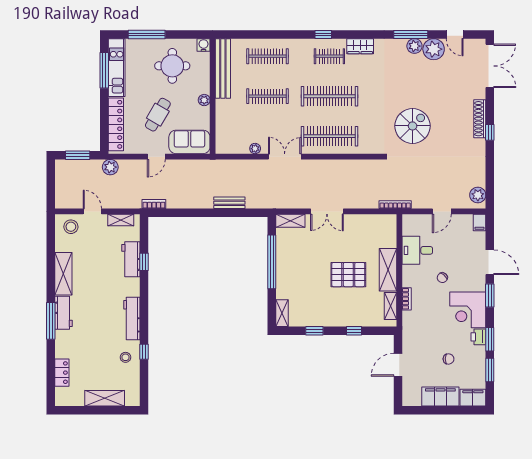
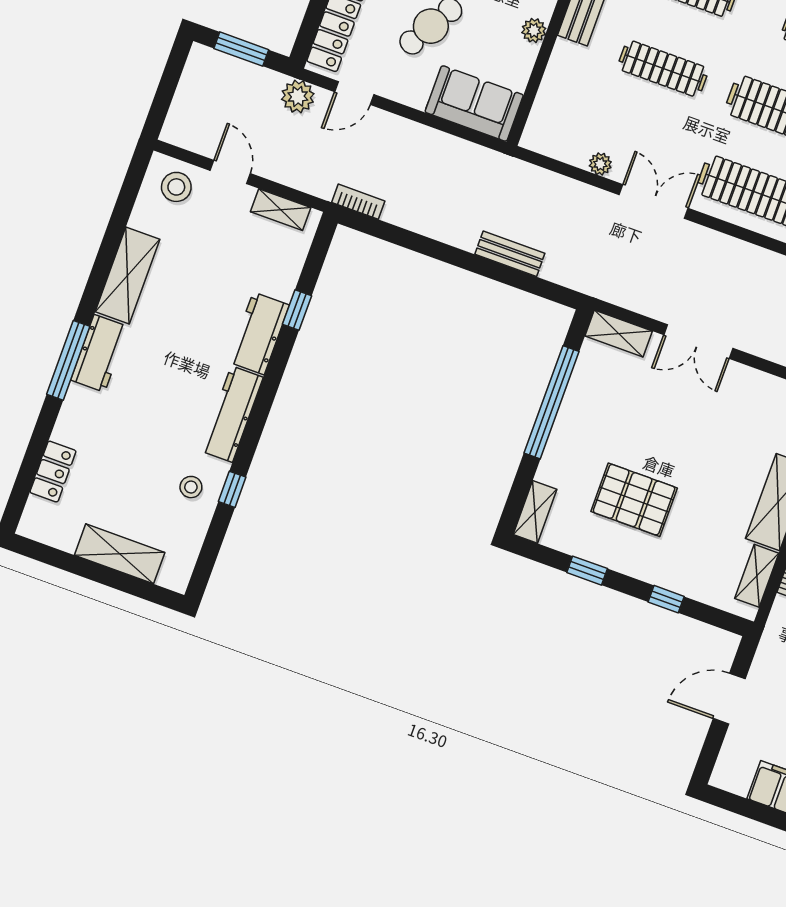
door: (156, 157) -> (354, 93), moved
workbench: (131, 259) -> (259, 333), moved
pallet: (348, 275) -> (634, 500), moved

